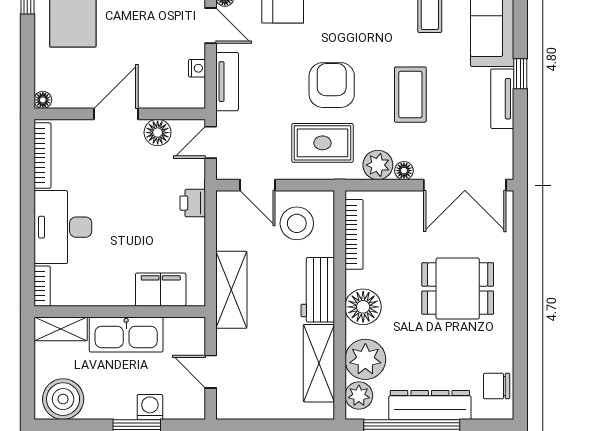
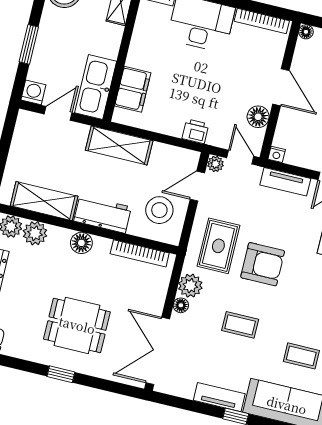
nightstand: (197, 68) -> (277, 154), moved
coffee table: (410, 95) -> (240, 325), width x0.73, depth x0.77
plant: (226, 170) -> (215, 164), added
dining table: (458, 289) -> (77, 325), turned 90
window: (520, 294) -> (61, 374), added
floor lamp: (363, 307) -> (81, 243), width x0.73, depth x0.73
kitchen sink: (126, 334) -> (96, 87), moved
plant: (365, 359) -> (35, 233), width x0.73, depth x0.73
washing machine: (150, 407) -> (33, 92), moved, turned -90

